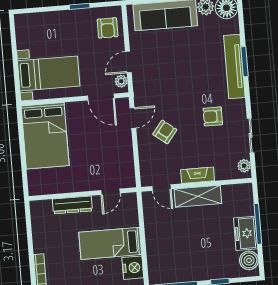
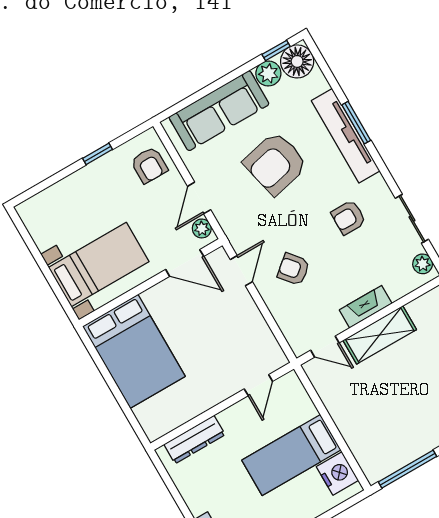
armchair: (184, 63) -> (275, 163), added
armchair: (165, 132) -> (294, 269), turned -78
dresser: (72, 205) -> (194, 439), moved

